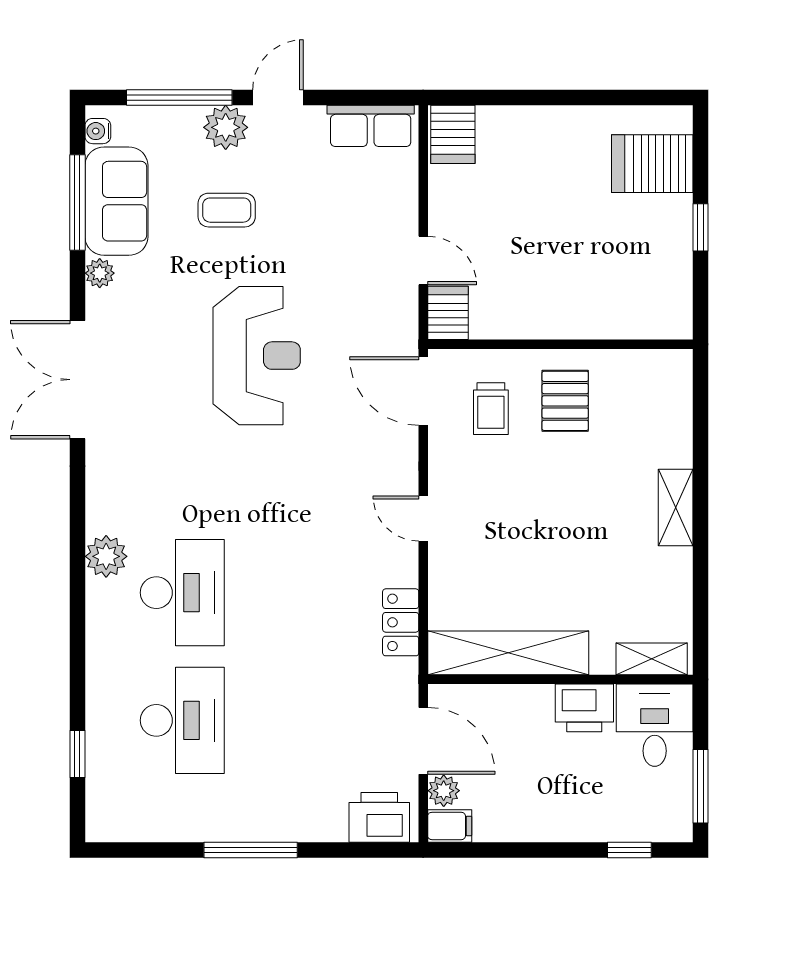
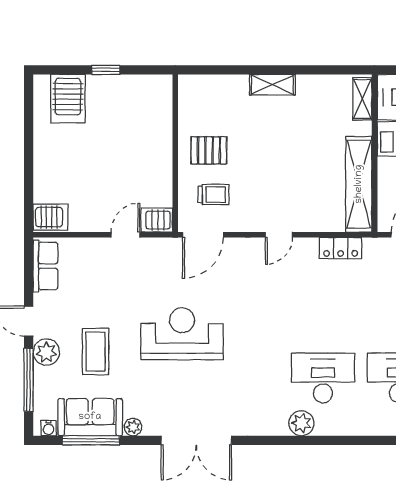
coffee table: (227, 210) -> (95, 352), width x1.36, depth x1.30

